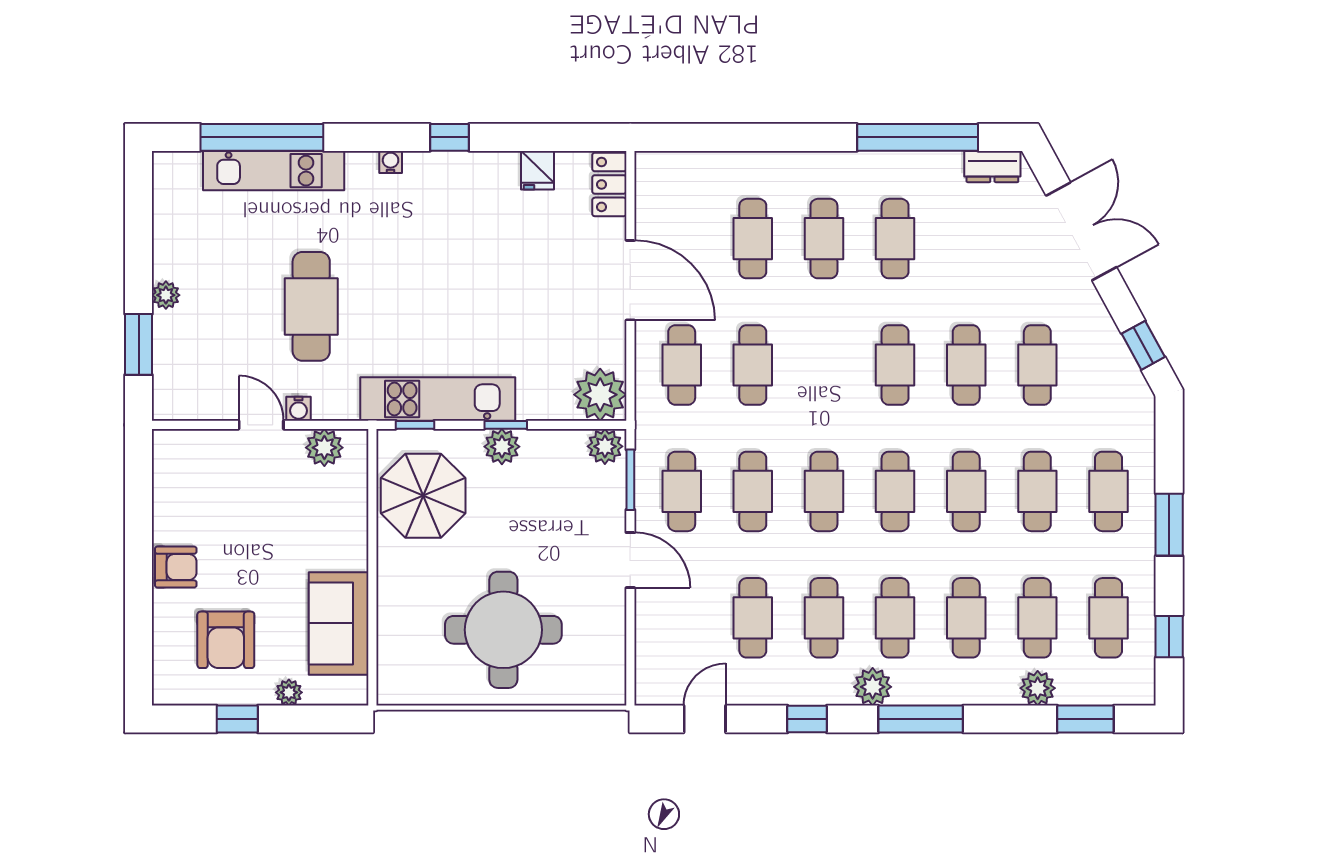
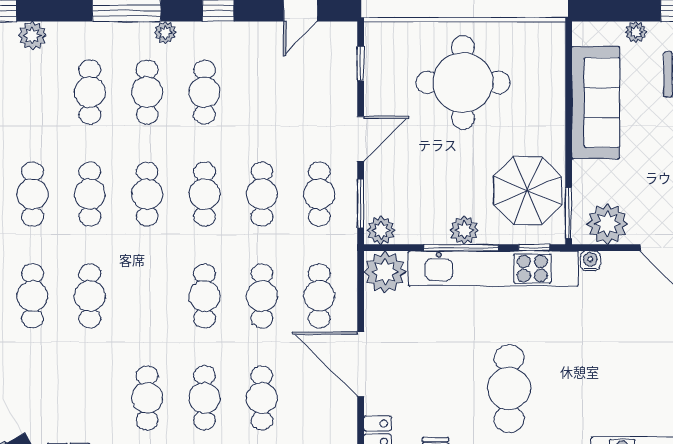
cafe table: (311, 306) -> (509, 389), moved
cafe table: (895, 365) -> (205, 296), moved
kitchen unit: (438, 399) -> (493, 269), width x1.36
water cooler: (299, 409) -> (590, 261), moved
window: (506, 425) -> (461, 248), width x2.17
plant: (324, 448) -> (607, 224), width x1.36, depth x1.36
window: (372, 468) -> (569, 213), added
door: (630, 560) -> (361, 139), swing flipped
cafe table: (753, 618) -> (262, 92), removed
cafe table: (1037, 618) -> (32, 92), removed
sofa: (339, 623) -> (596, 103), width x1.36
window: (630, 653) -> (361, 63), added
plant: (873, 687) -> (165, 32), width x0.73, depth x0.73

